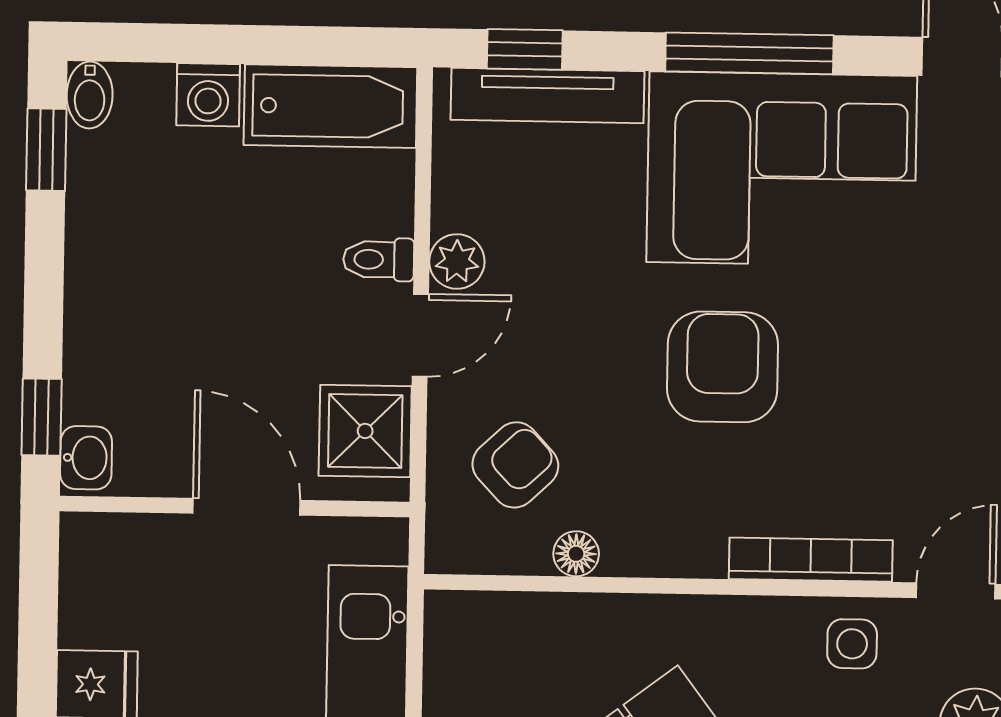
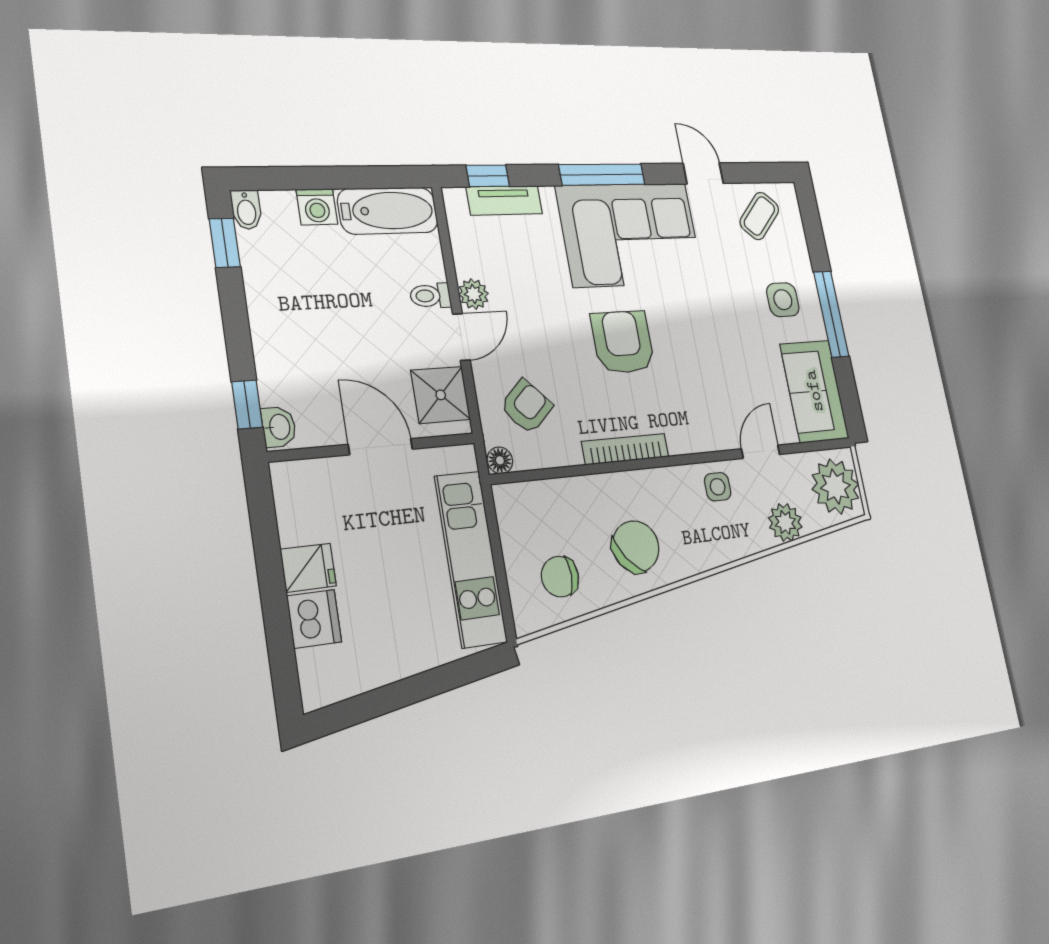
tv unit: (547, 96) -> (504, 200), width x0.71
floor lamp: (576, 554) -> (500, 460), moved
bookcase: (811, 560) -> (625, 449), moved

